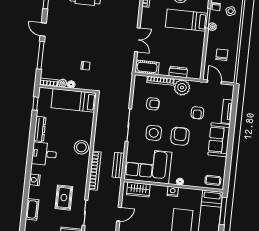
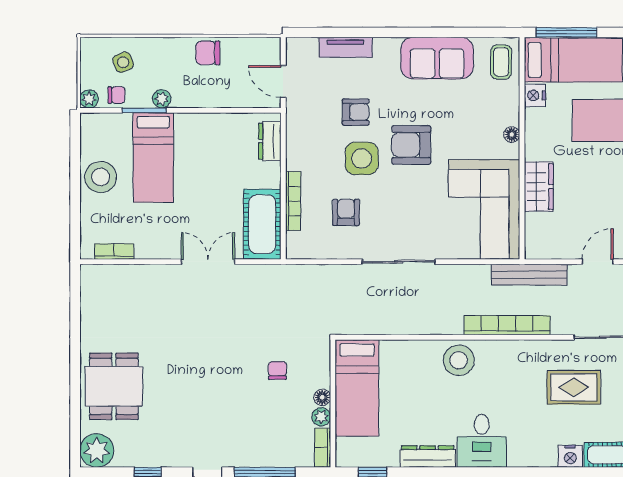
chair: (222, 55) -> (208, 53), moved
cot: (147, 67) -> (262, 224), width x1.37, depth x1.34
dresser: (178, 72) -> (270, 141), moved
door: (214, 82) -> (283, 82), hinge flipped
plant: (182, 88) -> (303, 152), removed
side table: (154, 133) -> (362, 158), moved
sofa: (219, 140) -> (437, 58), moved
bench: (118, 165) -> (529, 275), moved, width x1.36
nightstand: (35, 180) -> (570, 456), moved
wardrobe: (138, 190) -> (539, 187), moved
nightstand: (173, 191) -> (535, 95), moved
door: (119, 214) -> (598, 262), hinge flipped

